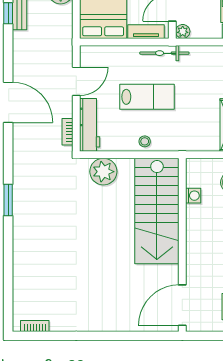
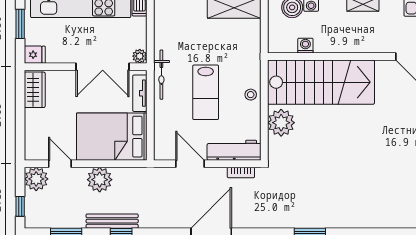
lab bench: (147, 97) -> (206, 92), turned 180
plant: (103, 172) -> (281, 123), moved

